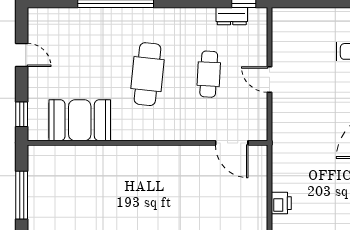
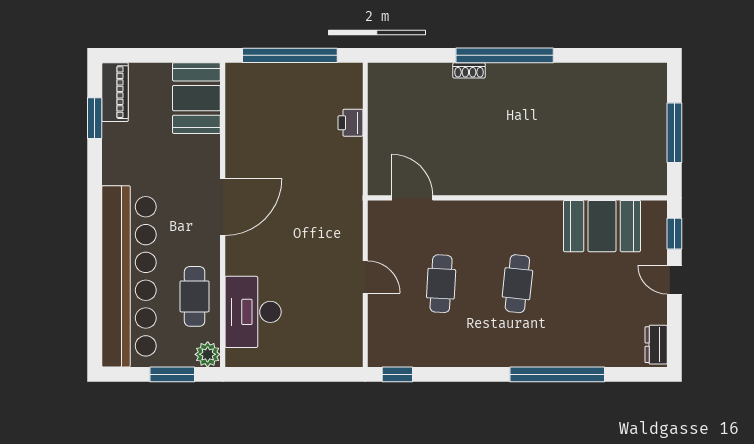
dresser: (232, 16) -> (656, 345), moved, turned -90
door: (22, 55) -> (674, 280), moved
cafe table: (148, 74) -> (517, 284), width x0.73, depth x0.74

